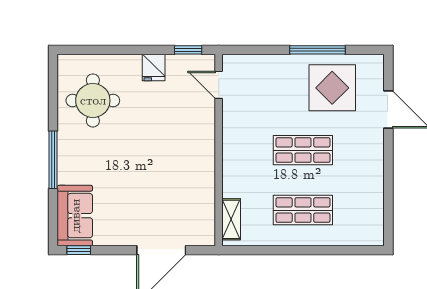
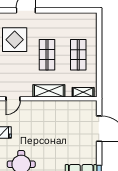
shelving: (234, 154) -> (49, 91), added

